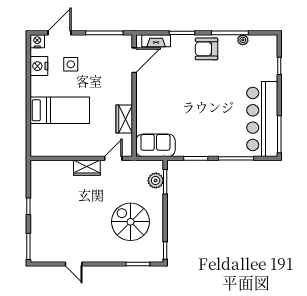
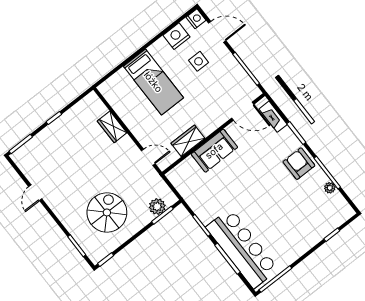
bar counter: (262, 119) -> (242, 248), moved, turned 90
sofa: (155, 145) -> (214, 151), moved, turned 90
wardrobe: (87, 168) -> (112, 127), moved

